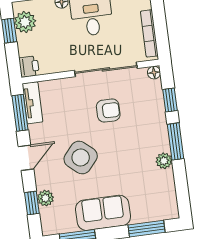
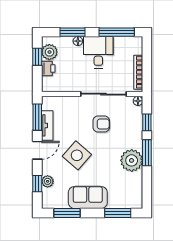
printer: (29, 66) -> (48, 68), moved
tv unit: (32, 103) -> (47, 125), moved
plant: (164, 161) -> (132, 160), width x1.88, depth x1.88

